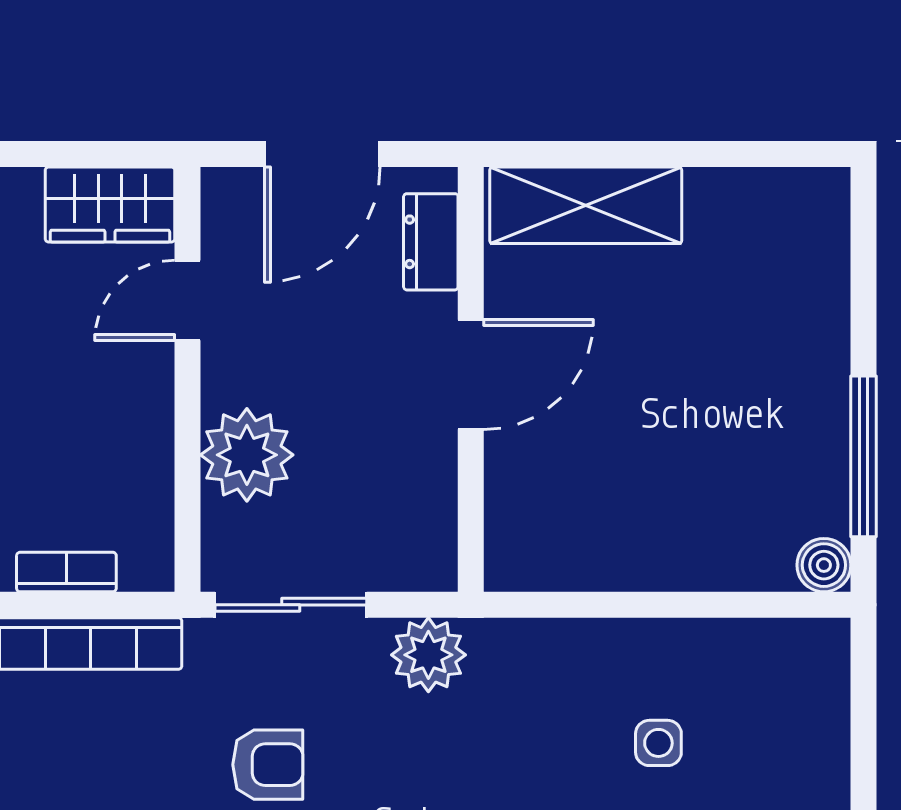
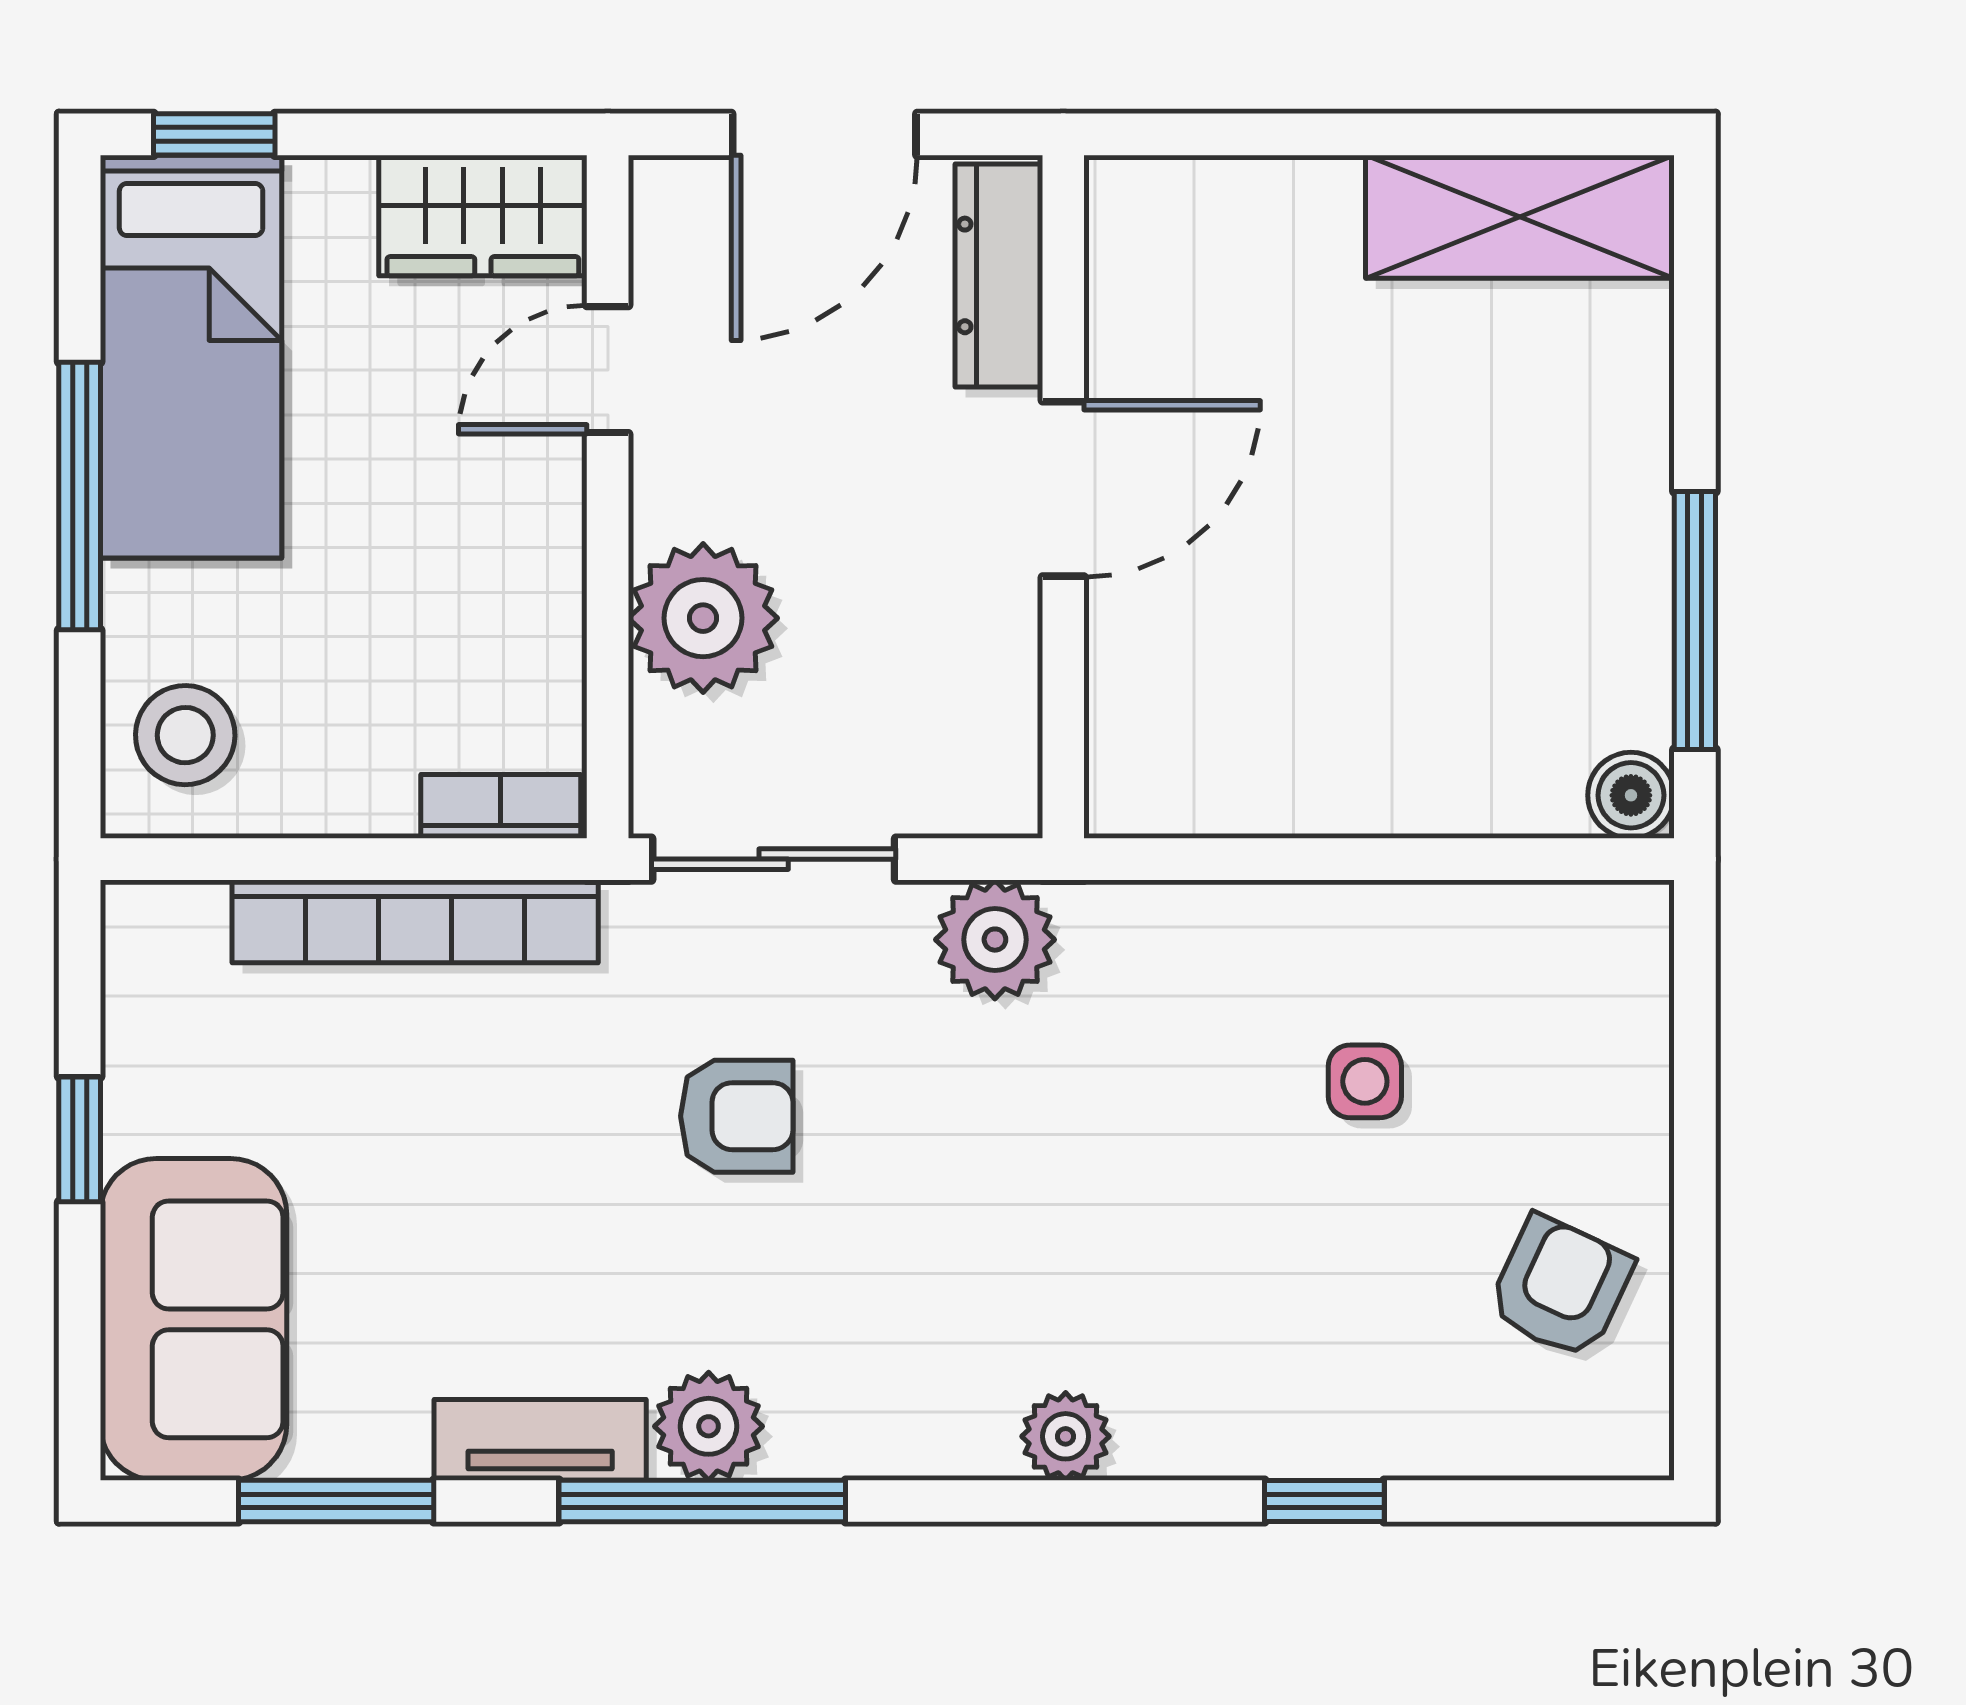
shelving: (586, 205) -> (1520, 217), moved
dresser: (431, 242) -> (999, 275), width x1.44
bookcase: (66, 572) -> (501, 806), moved

